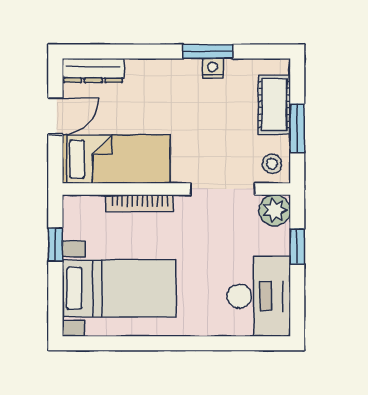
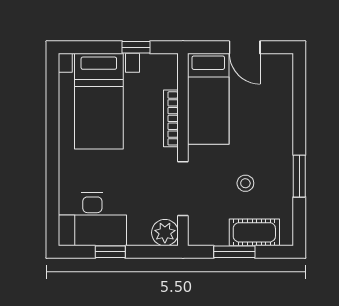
nightstand: (213, 68) -> (285, 180), removed
dresser: (93, 70) -> (283, 79), removed
stool: (272, 164) -> (245, 183), moved
window: (297, 247) -> (110, 252), moved

